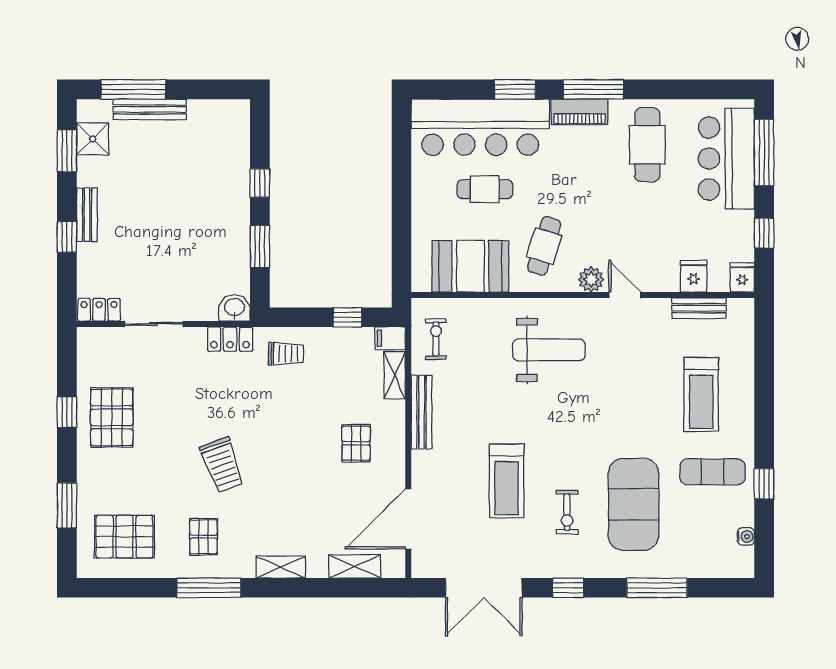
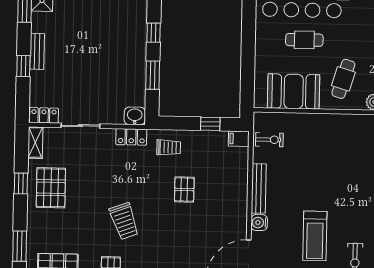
exercise bike: (436, 339) -> (269, 140), turned 90
weight bench: (549, 350) -> (345, 149), removed
shelving: (395, 375) -> (35, 143), moved
pallet: (356, 443) -> (184, 190), moved
water cooler: (423, 463) -> (259, 223), added

